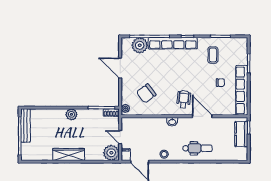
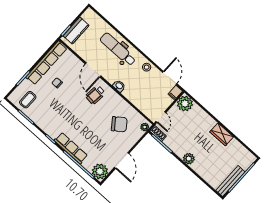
row of seats: (173, 43) -> (71, 148), width x0.73
plant: (140, 45) -> (100, 171), moved
coffee table: (213, 55) -> (28, 100), moved
door: (120, 137) -> (161, 117), moved
dental chair: (198, 148) -> (118, 49), width x1.36, depth x1.38
wardrobe: (69, 154) -> (222, 134), width x0.67

